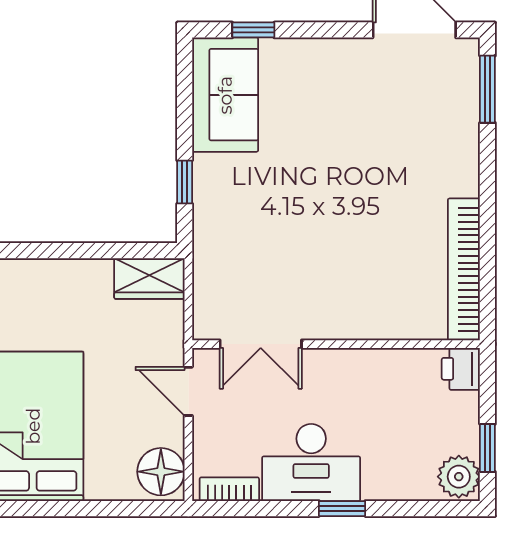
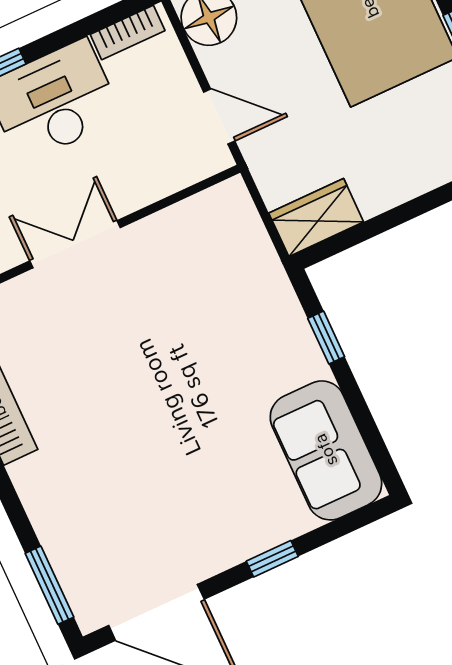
window: (253, 30) -> (272, 559), moved
double door: (261, 344) -> (75, 244), moved

